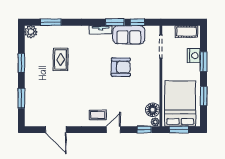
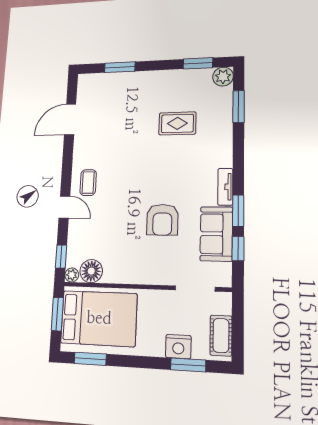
window: (204, 61) -> (188, 365), moved
window: (21, 63) -> (198, 63), moved
window: (204, 96) -> (90, 359), moved

